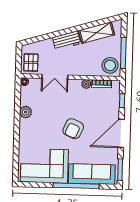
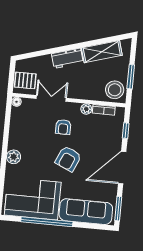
window: (123, 53) -> (131, 77), width x0.69
pallet: (31, 62) -> (25, 80), turned 90
double door: (55, 77) -> (51, 98), swing flipped
armchair: (67, 101) -> (63, 127), added
plant: (26, 112) -> (14, 157), moved
window: (76, 186) -> (47, 222), moved

